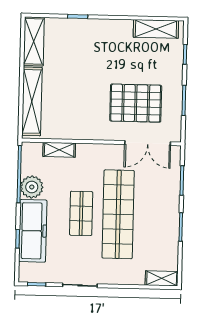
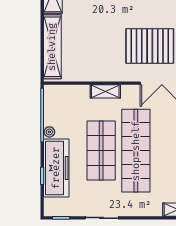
shelving: (59, 150) -> (105, 91), moved
plant: (32, 187) -> (49, 132), width x0.53, depth x0.53
shop shelf: (81, 213) -> (101, 151), width x1.43, depth x1.36

